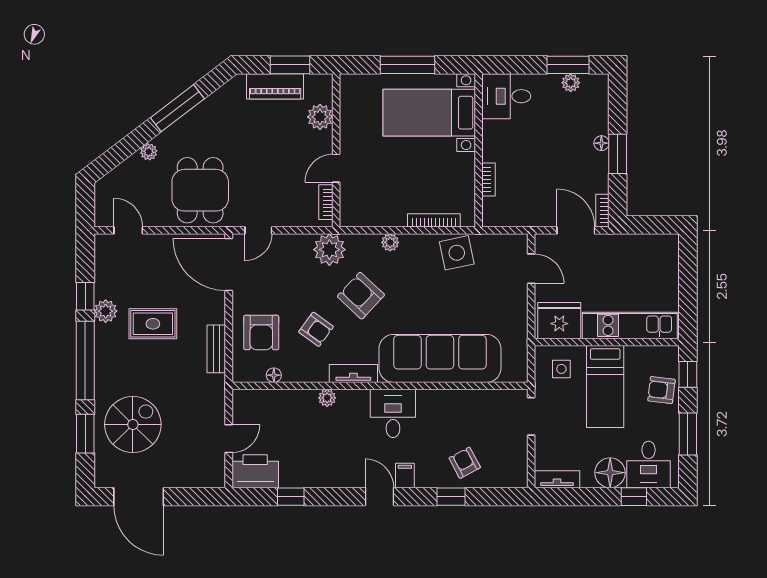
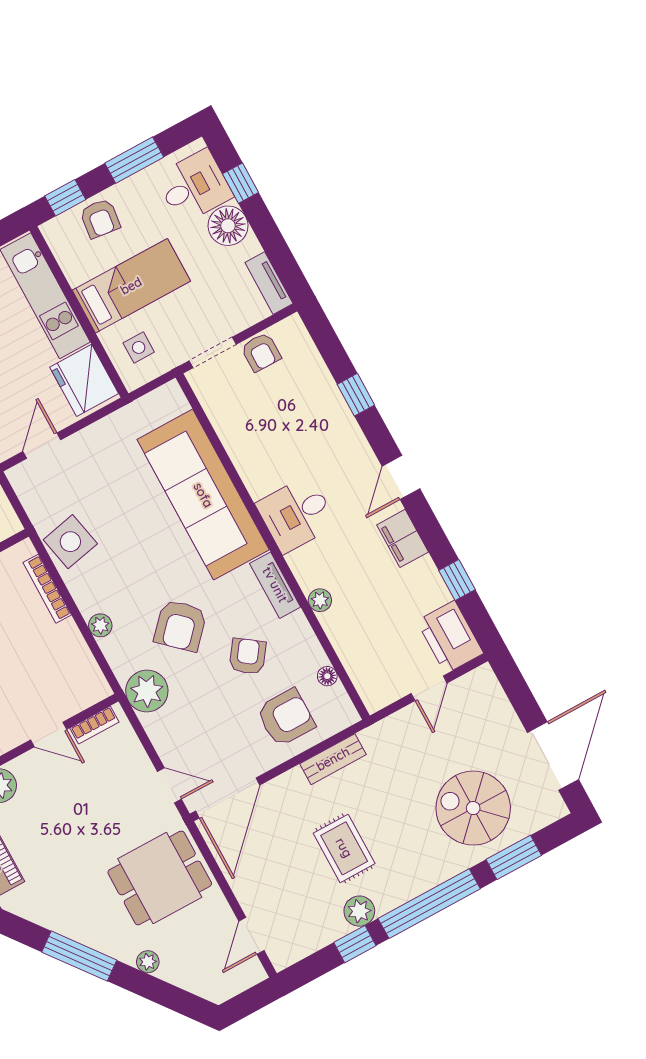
door: (229, 439) -> (429, 688), swing flipped
armchair: (465, 463) -> (261, 352), moved, turned -62
filing cabinet: (405, 475) -> (403, 538), moved, width x2.00

